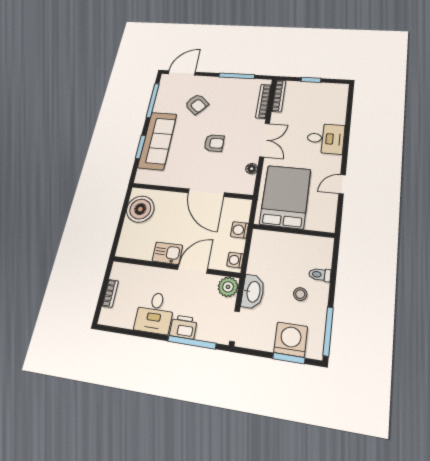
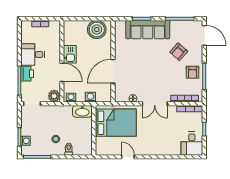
desk: (326, 139) -> (192, 144), moved
armchair: (214, 143) -> (192, 72), moved
washbasin: (253, 292) -> (82, 111), moved
washing machine: (291, 339) -> (26, 141), width x0.53, depth x0.53

